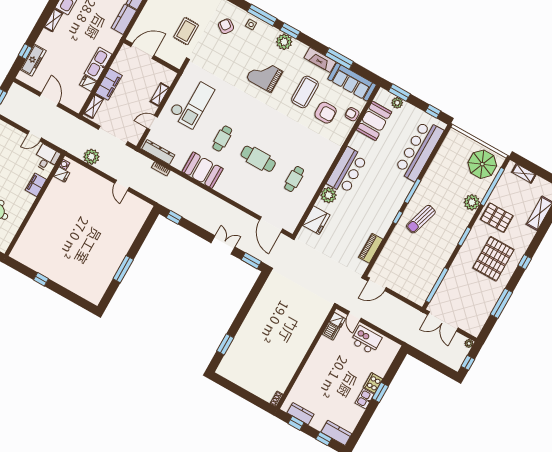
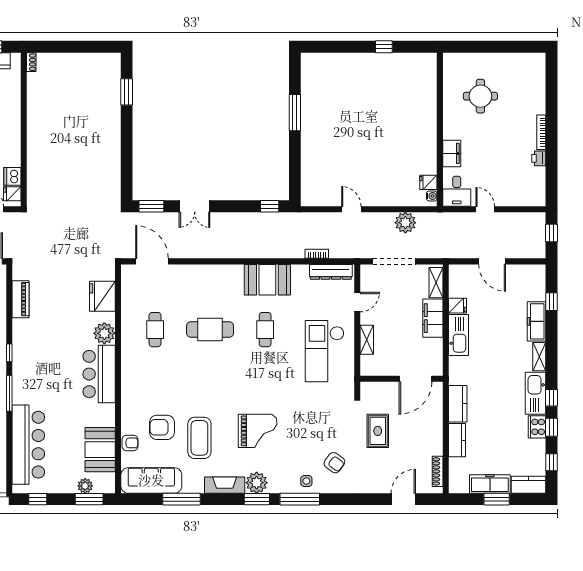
freezer: (33, 60) -> (537, 321), moved
fireplace: (320, 60) -> (225, 485), moved
door: (34, 136) -> (485, 209), hinge flipped

